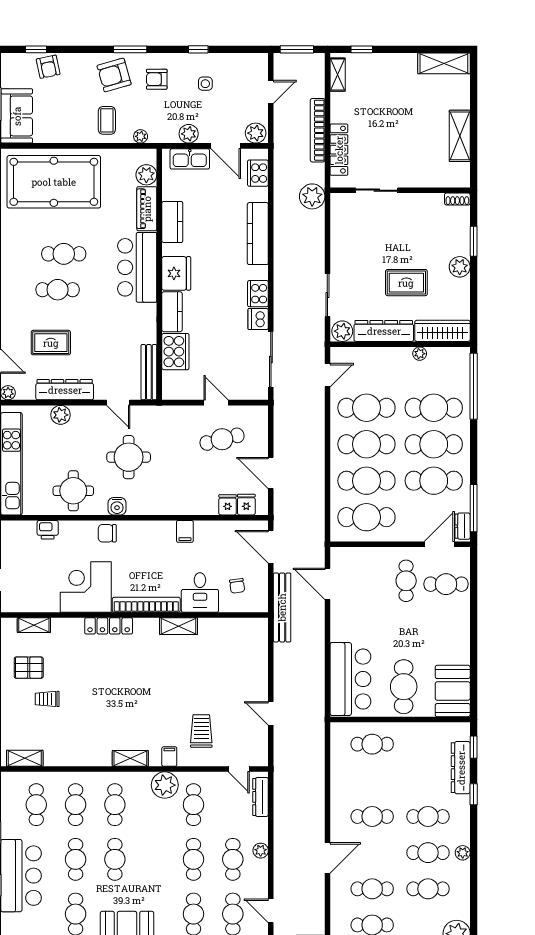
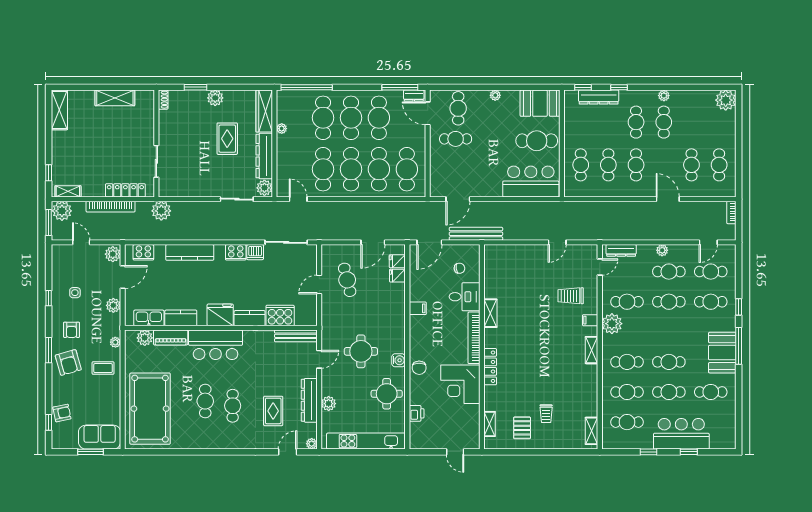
plant: (312, 67) -> (62, 211), added
kitchen sink: (190, 159) -> (149, 318), moved, turned -90
plant: (463, 633) -> (495, 95), added
cafe table: (428, 889) -> (608, 165), moved

